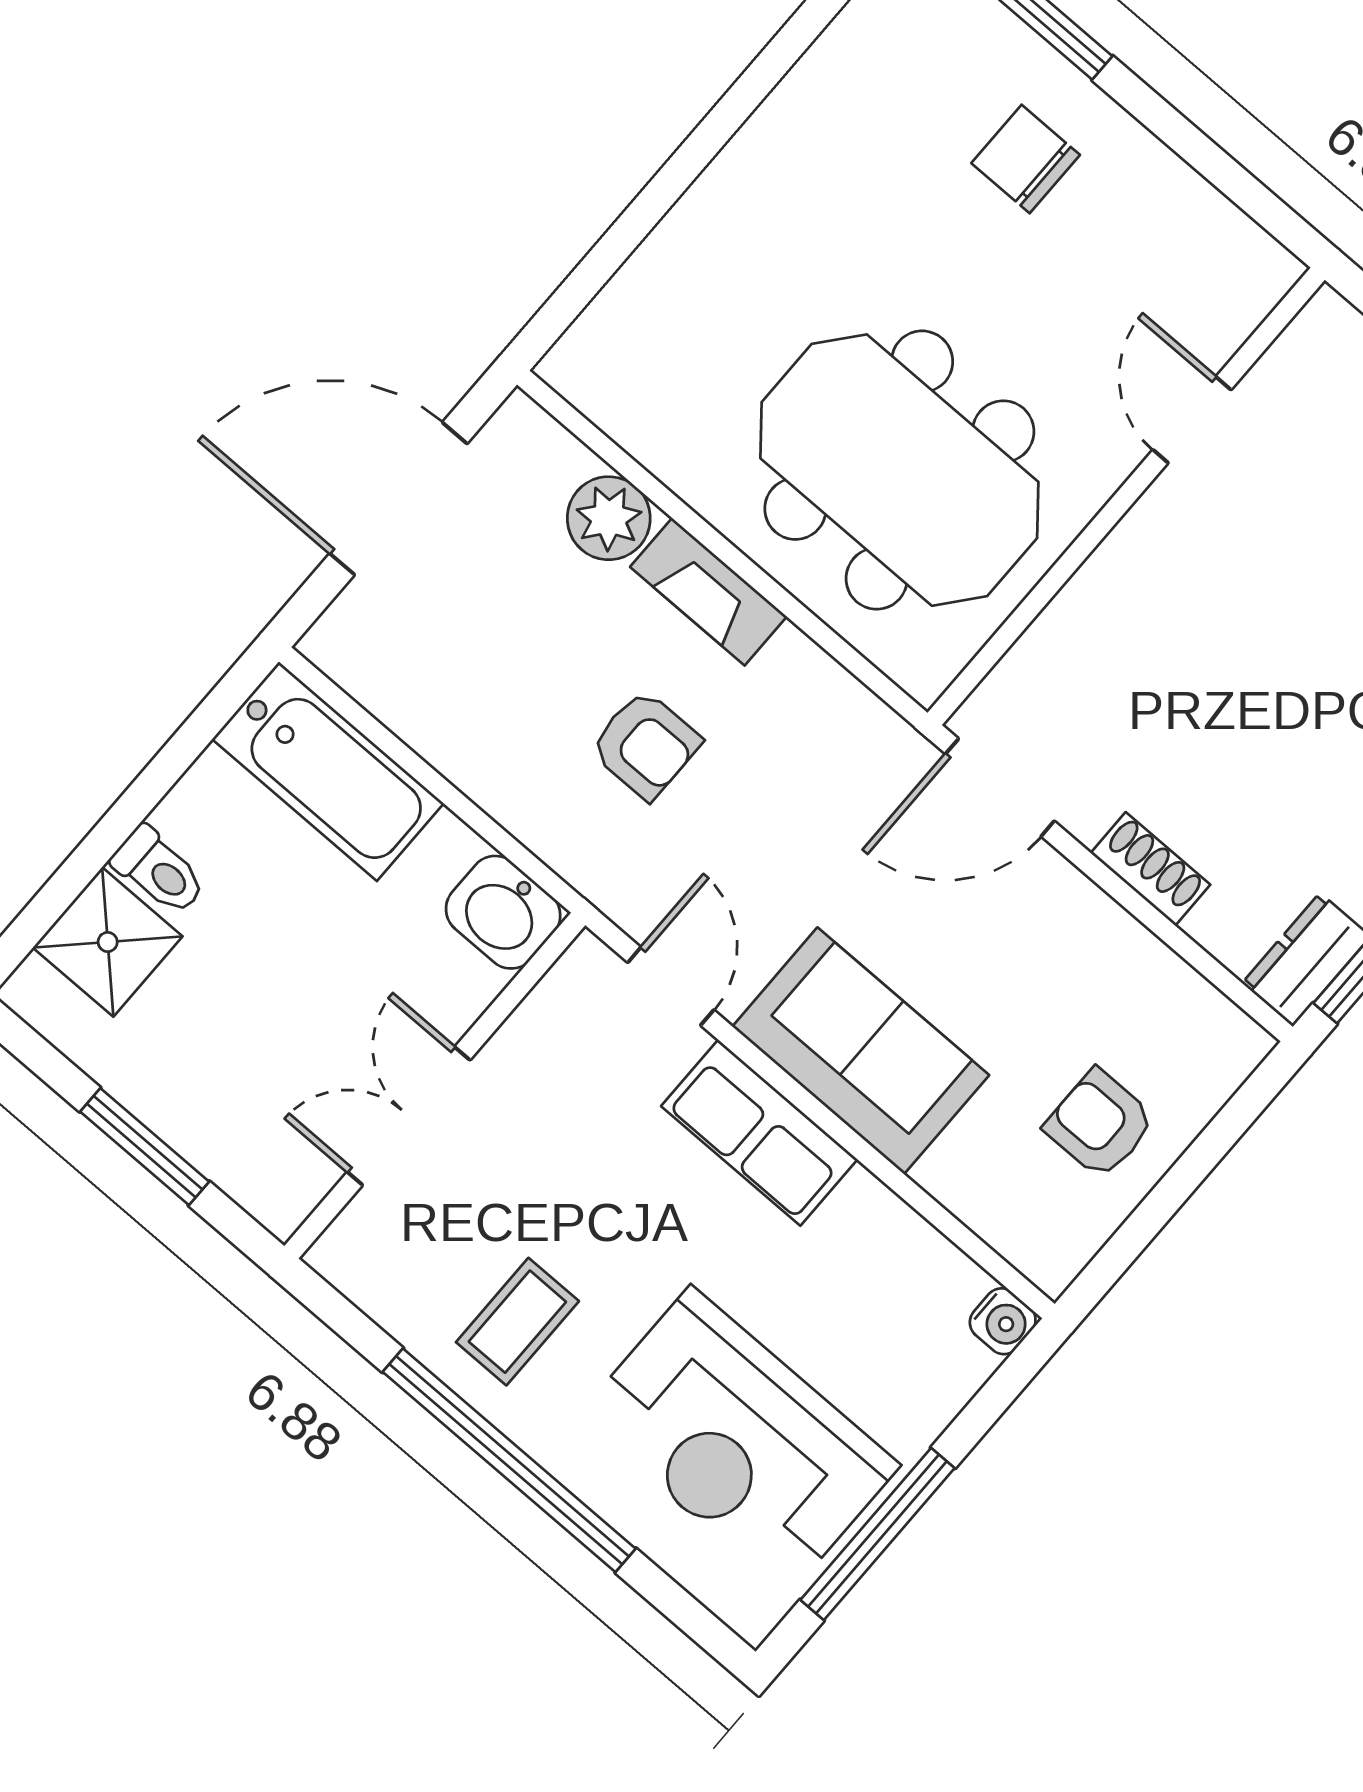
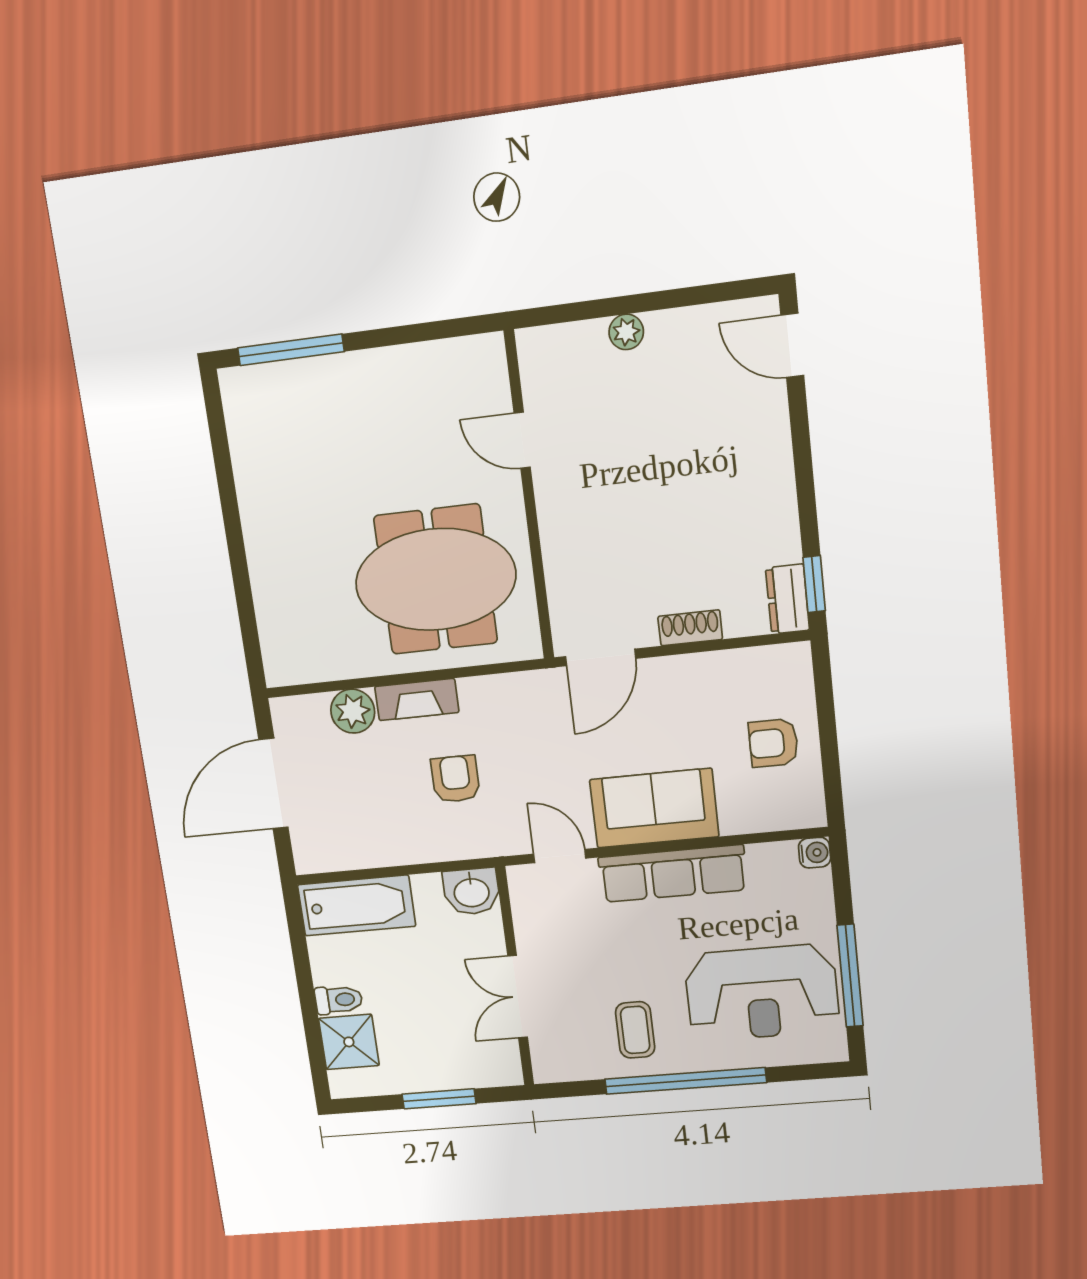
chair: (1026, 159) -> (353, 410), removed
armchair: (645, 745) -> (455, 779), turned -90
row of seats: (759, 1133) -> (673, 874), width x1.48

